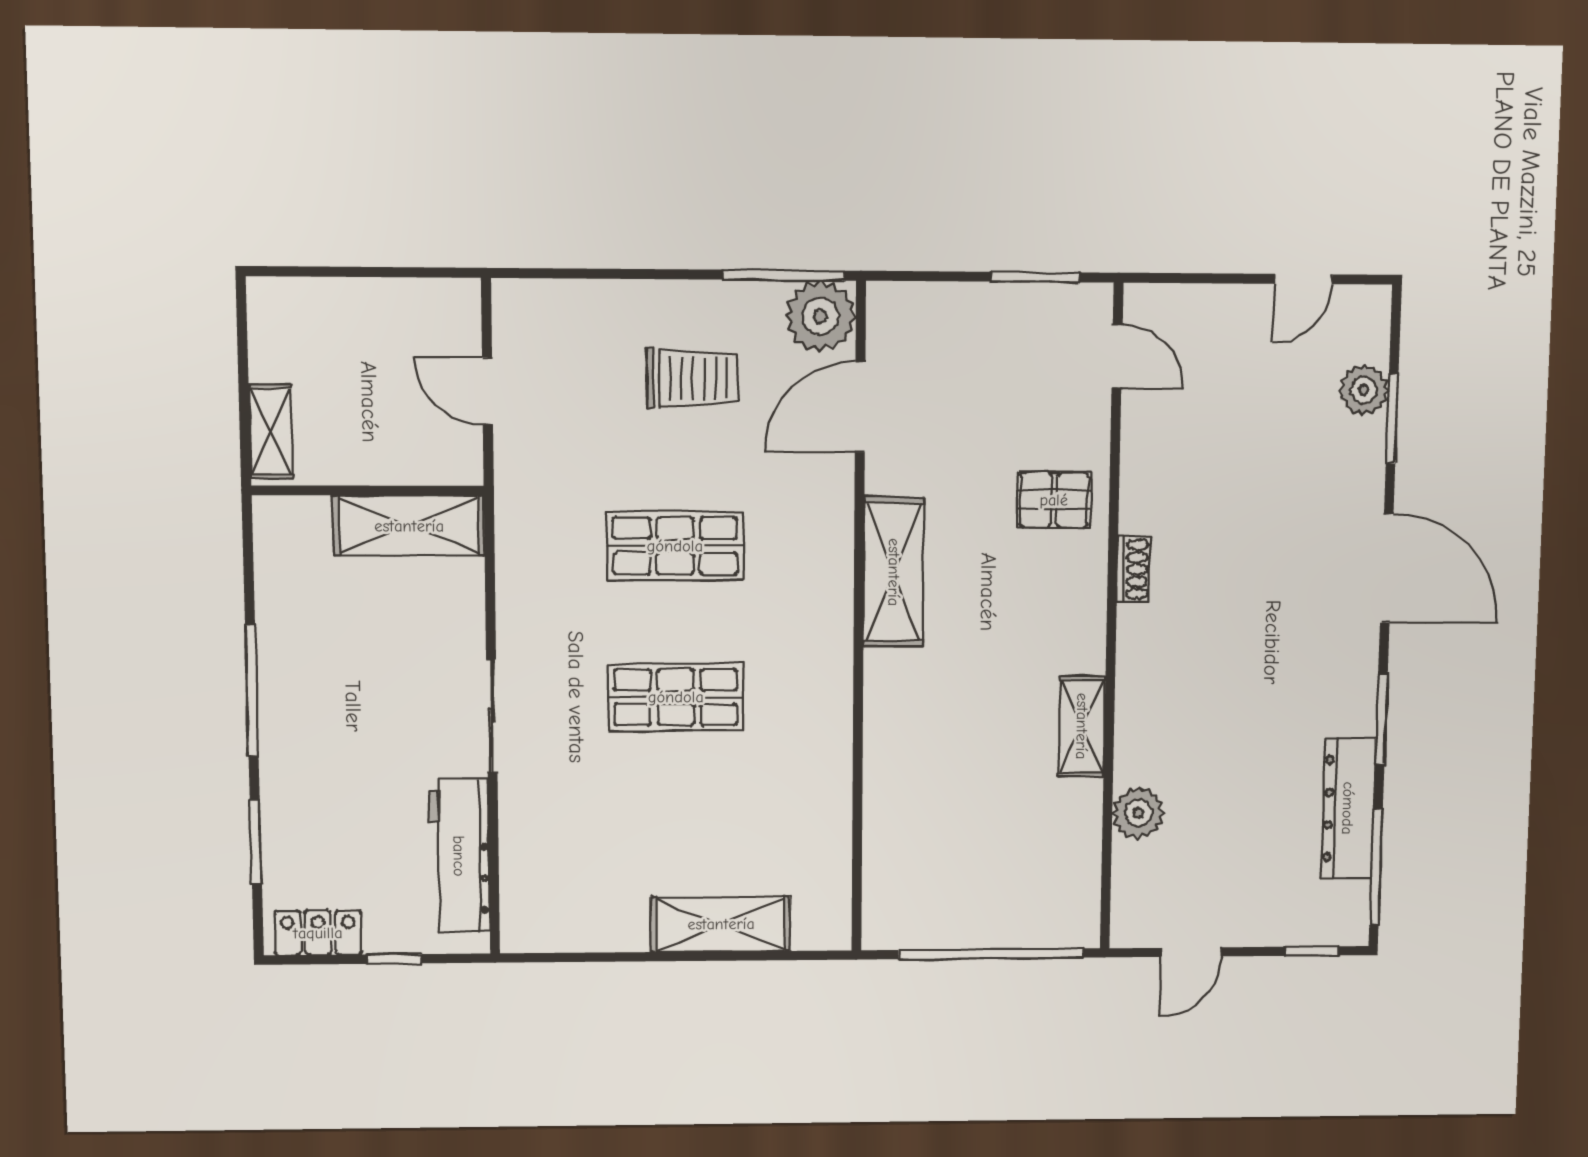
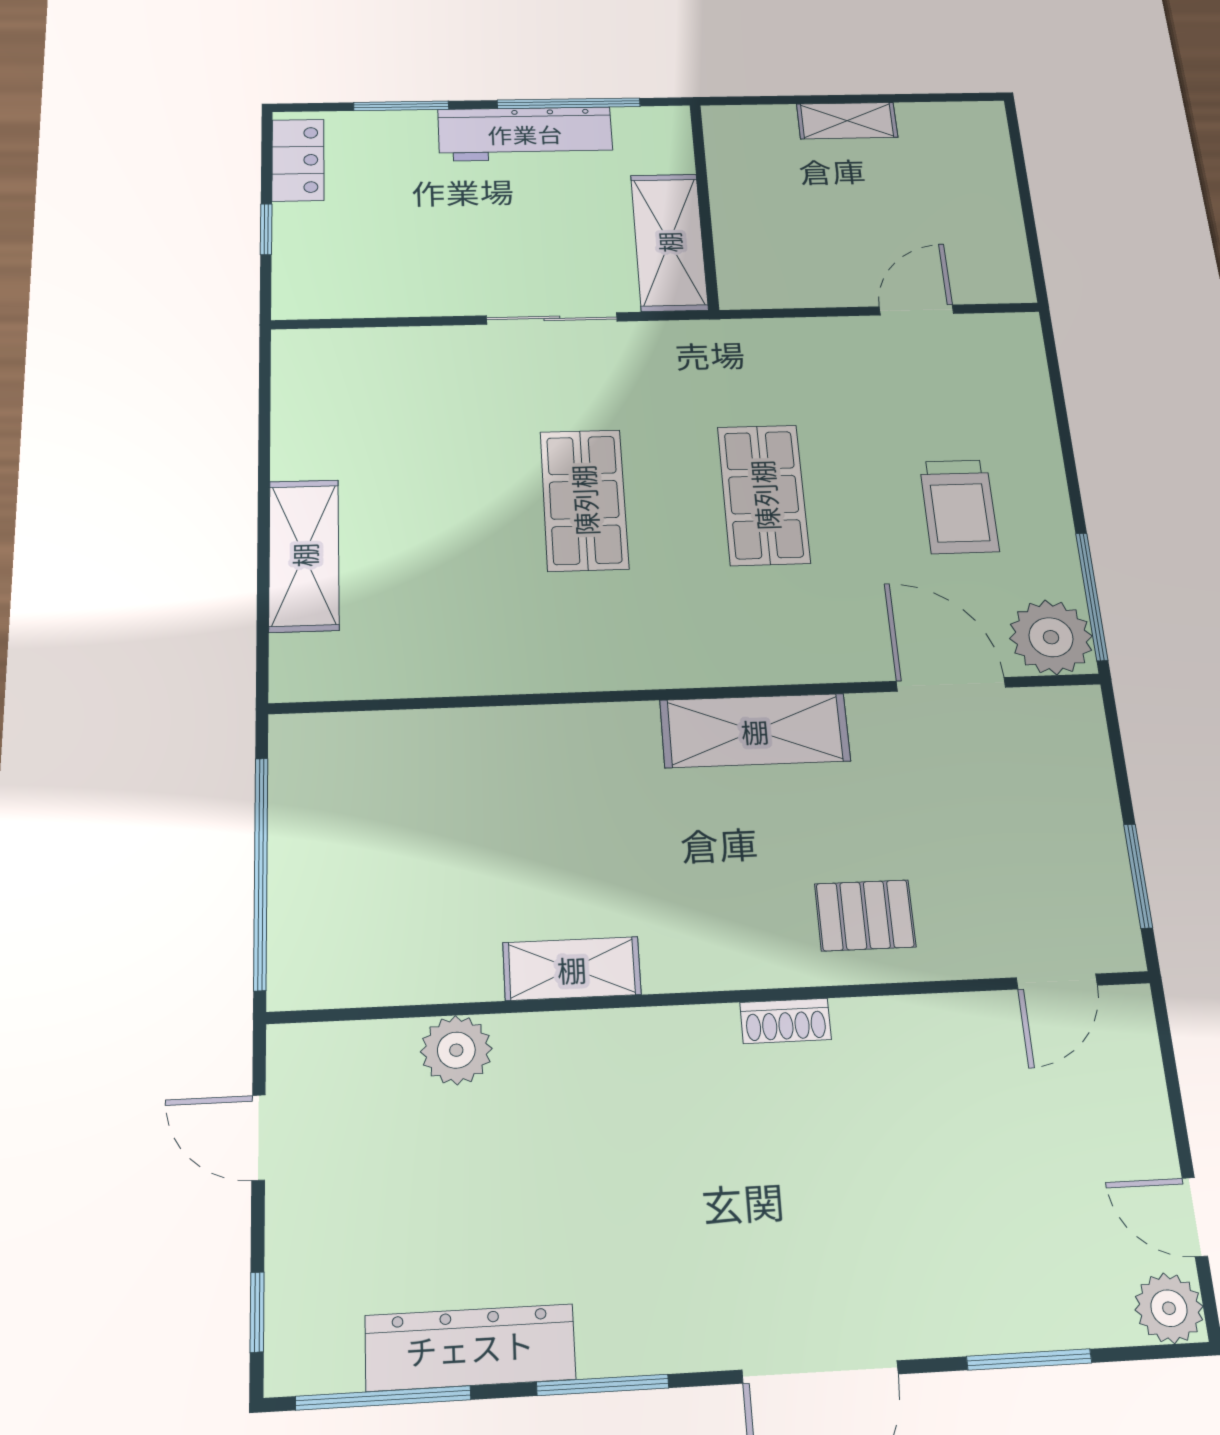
plant: (1364, 390) -> (1169, 1308), moved
wall: (368, 490) -> (704, 205), moved
pallet: (1054, 500) -> (865, 915), turned 90
shelving: (409, 526) -> (669, 242), moved
workbench: (459, 856) -> (525, 134), moved, turned 180

